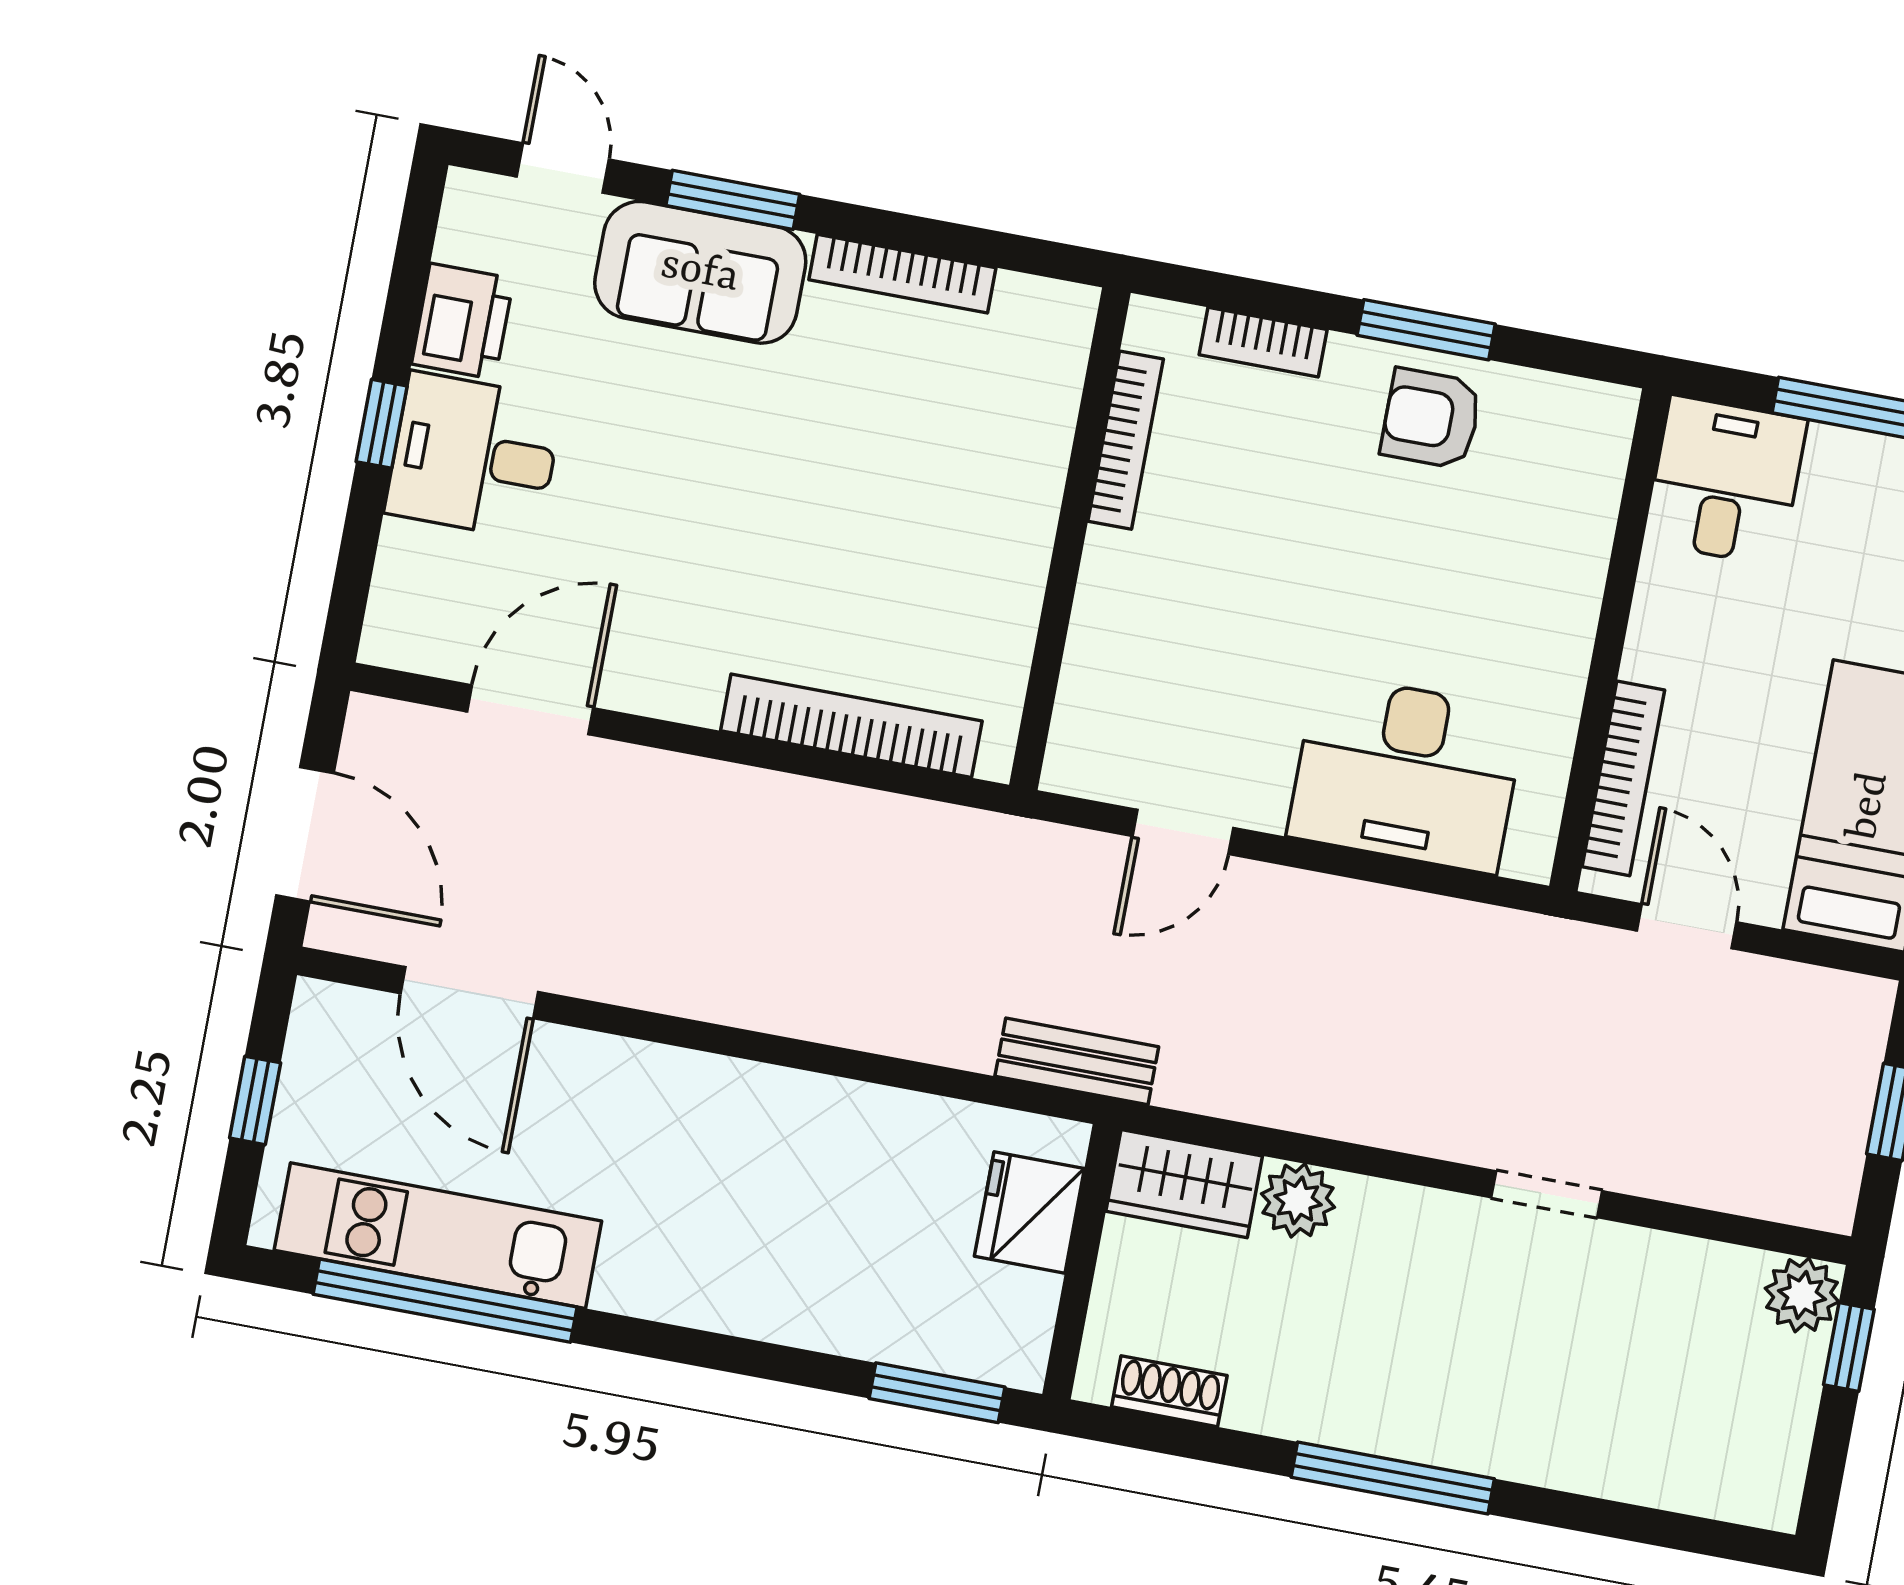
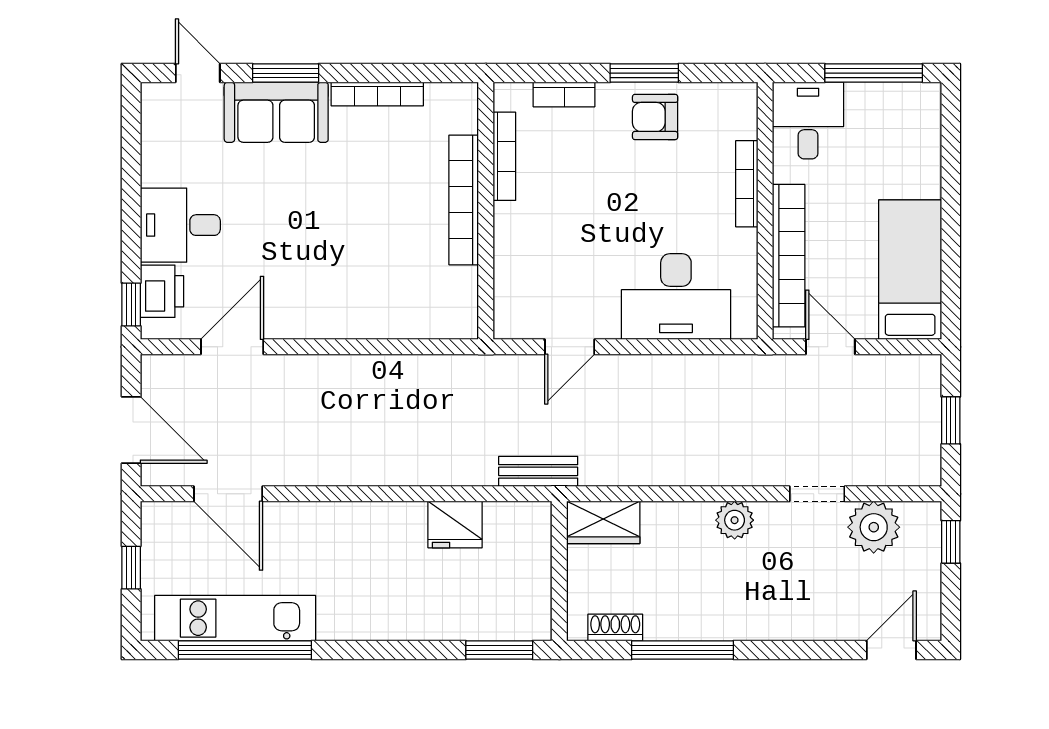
printer: (463, 321) -> (162, 291), moved
window: (382, 424) -> (131, 304), moved
bookcase: (1584, 581) -> (747, 184), added
bookcase: (851, 726) -> (464, 200), moved, turned -90
bookcase: (1623, 778) -> (789, 256), width x1.48, depth x1.31
doorway: (1547, 1194) -> (817, 494), moved
plant: (1298, 1200) -> (735, 520), moved
fridge: (1029, 1212) -> (455, 525), moved, turned -90
plant: (1802, 1295) -> (874, 527), moved, width x1.36, depth x1.36
window: (1393, 1478) -> (683, 650), moved
door: (1695, 1535) -> (891, 650), added

